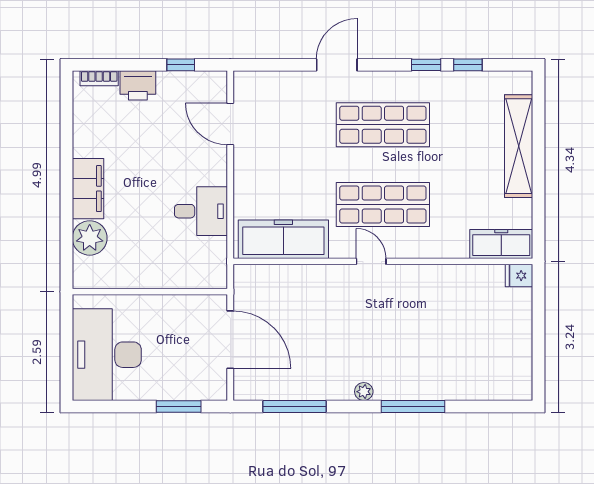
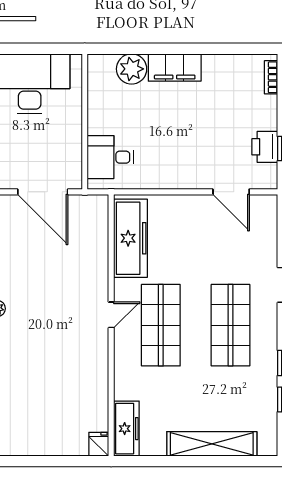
printer: (138, 85) -> (265, 147), moved
door: (230, 124) -> (231, 192), swing flipped
desk: (201, 211) -> (110, 157), moved, turned 90
door: (230, 340) -> (43, 192), hinge flipped

